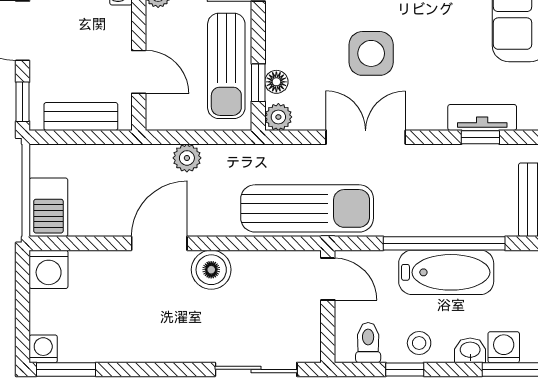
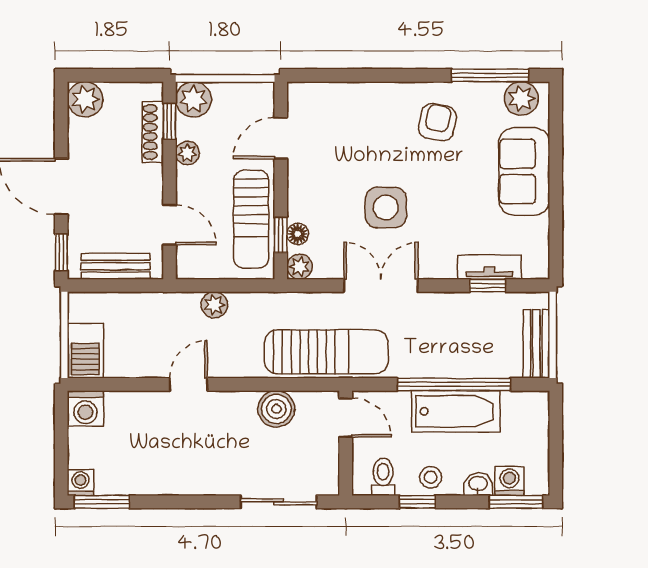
door: (159, 243) -> (189, 384), width x0.73
boiler: (211, 270) -> (276, 409), moved

